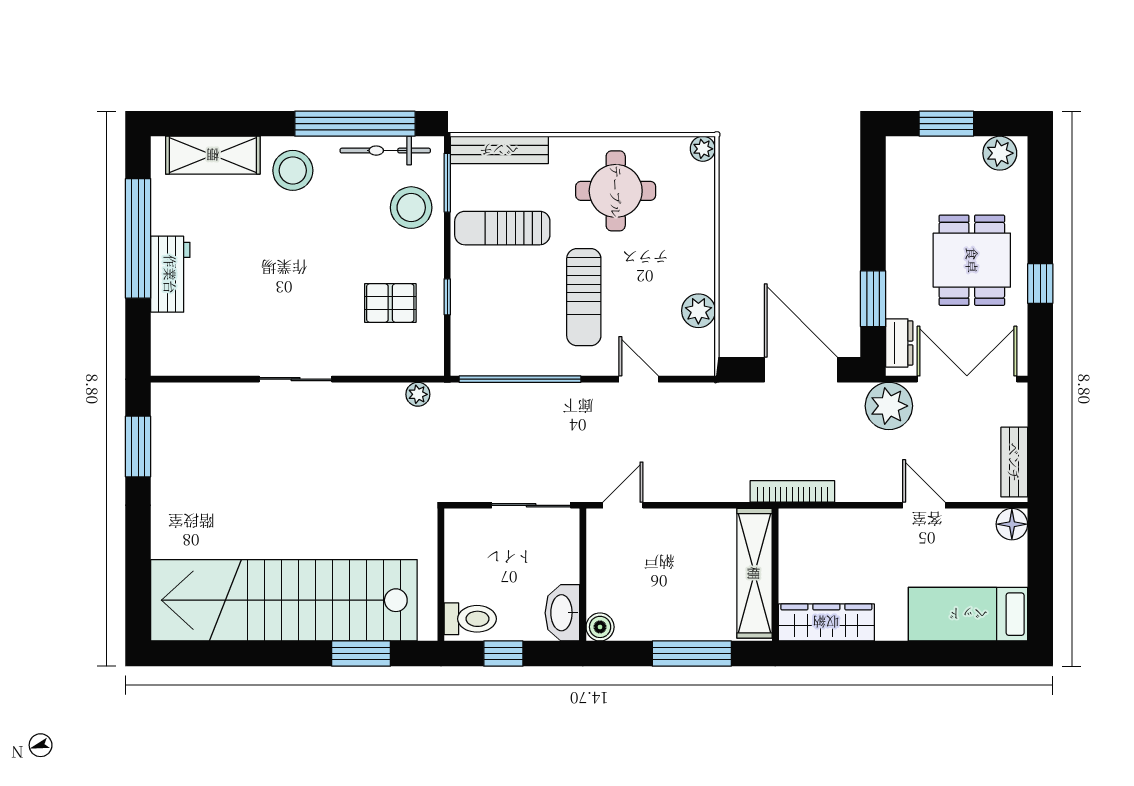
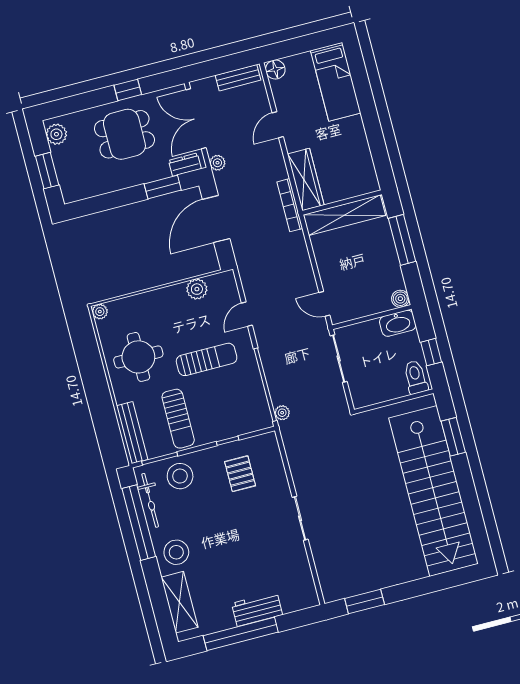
plant: (418, 394) -> (282, 413), moved
plant: (889, 406) -> (217, 163), width x0.53, depth x0.53
wardrobe: (826, 622) -> (306, 179), moved, turned 180

